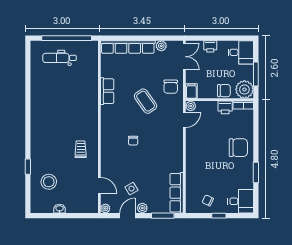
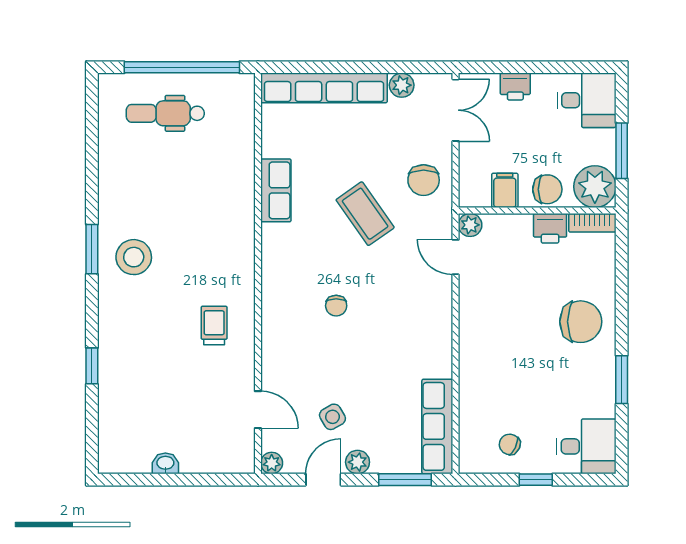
filing cabinet: (191, 91) -> (505, 190), moved
window: (28, 116) -> (92, 249), added
door: (184, 120) -> (456, 257), swing flipped
stool: (49, 182) -> (134, 257), moved

